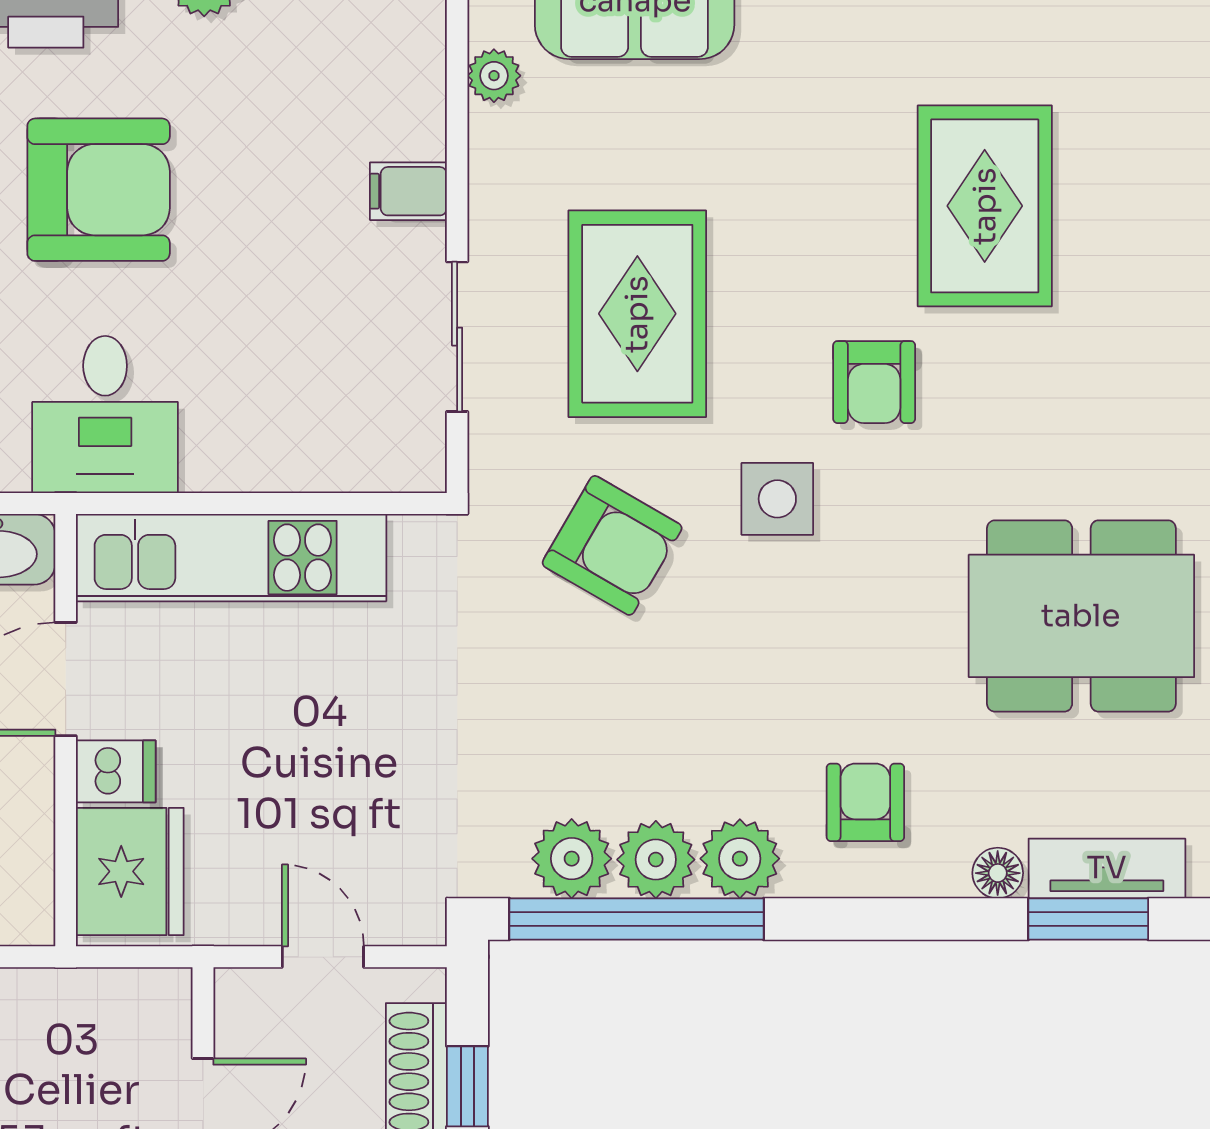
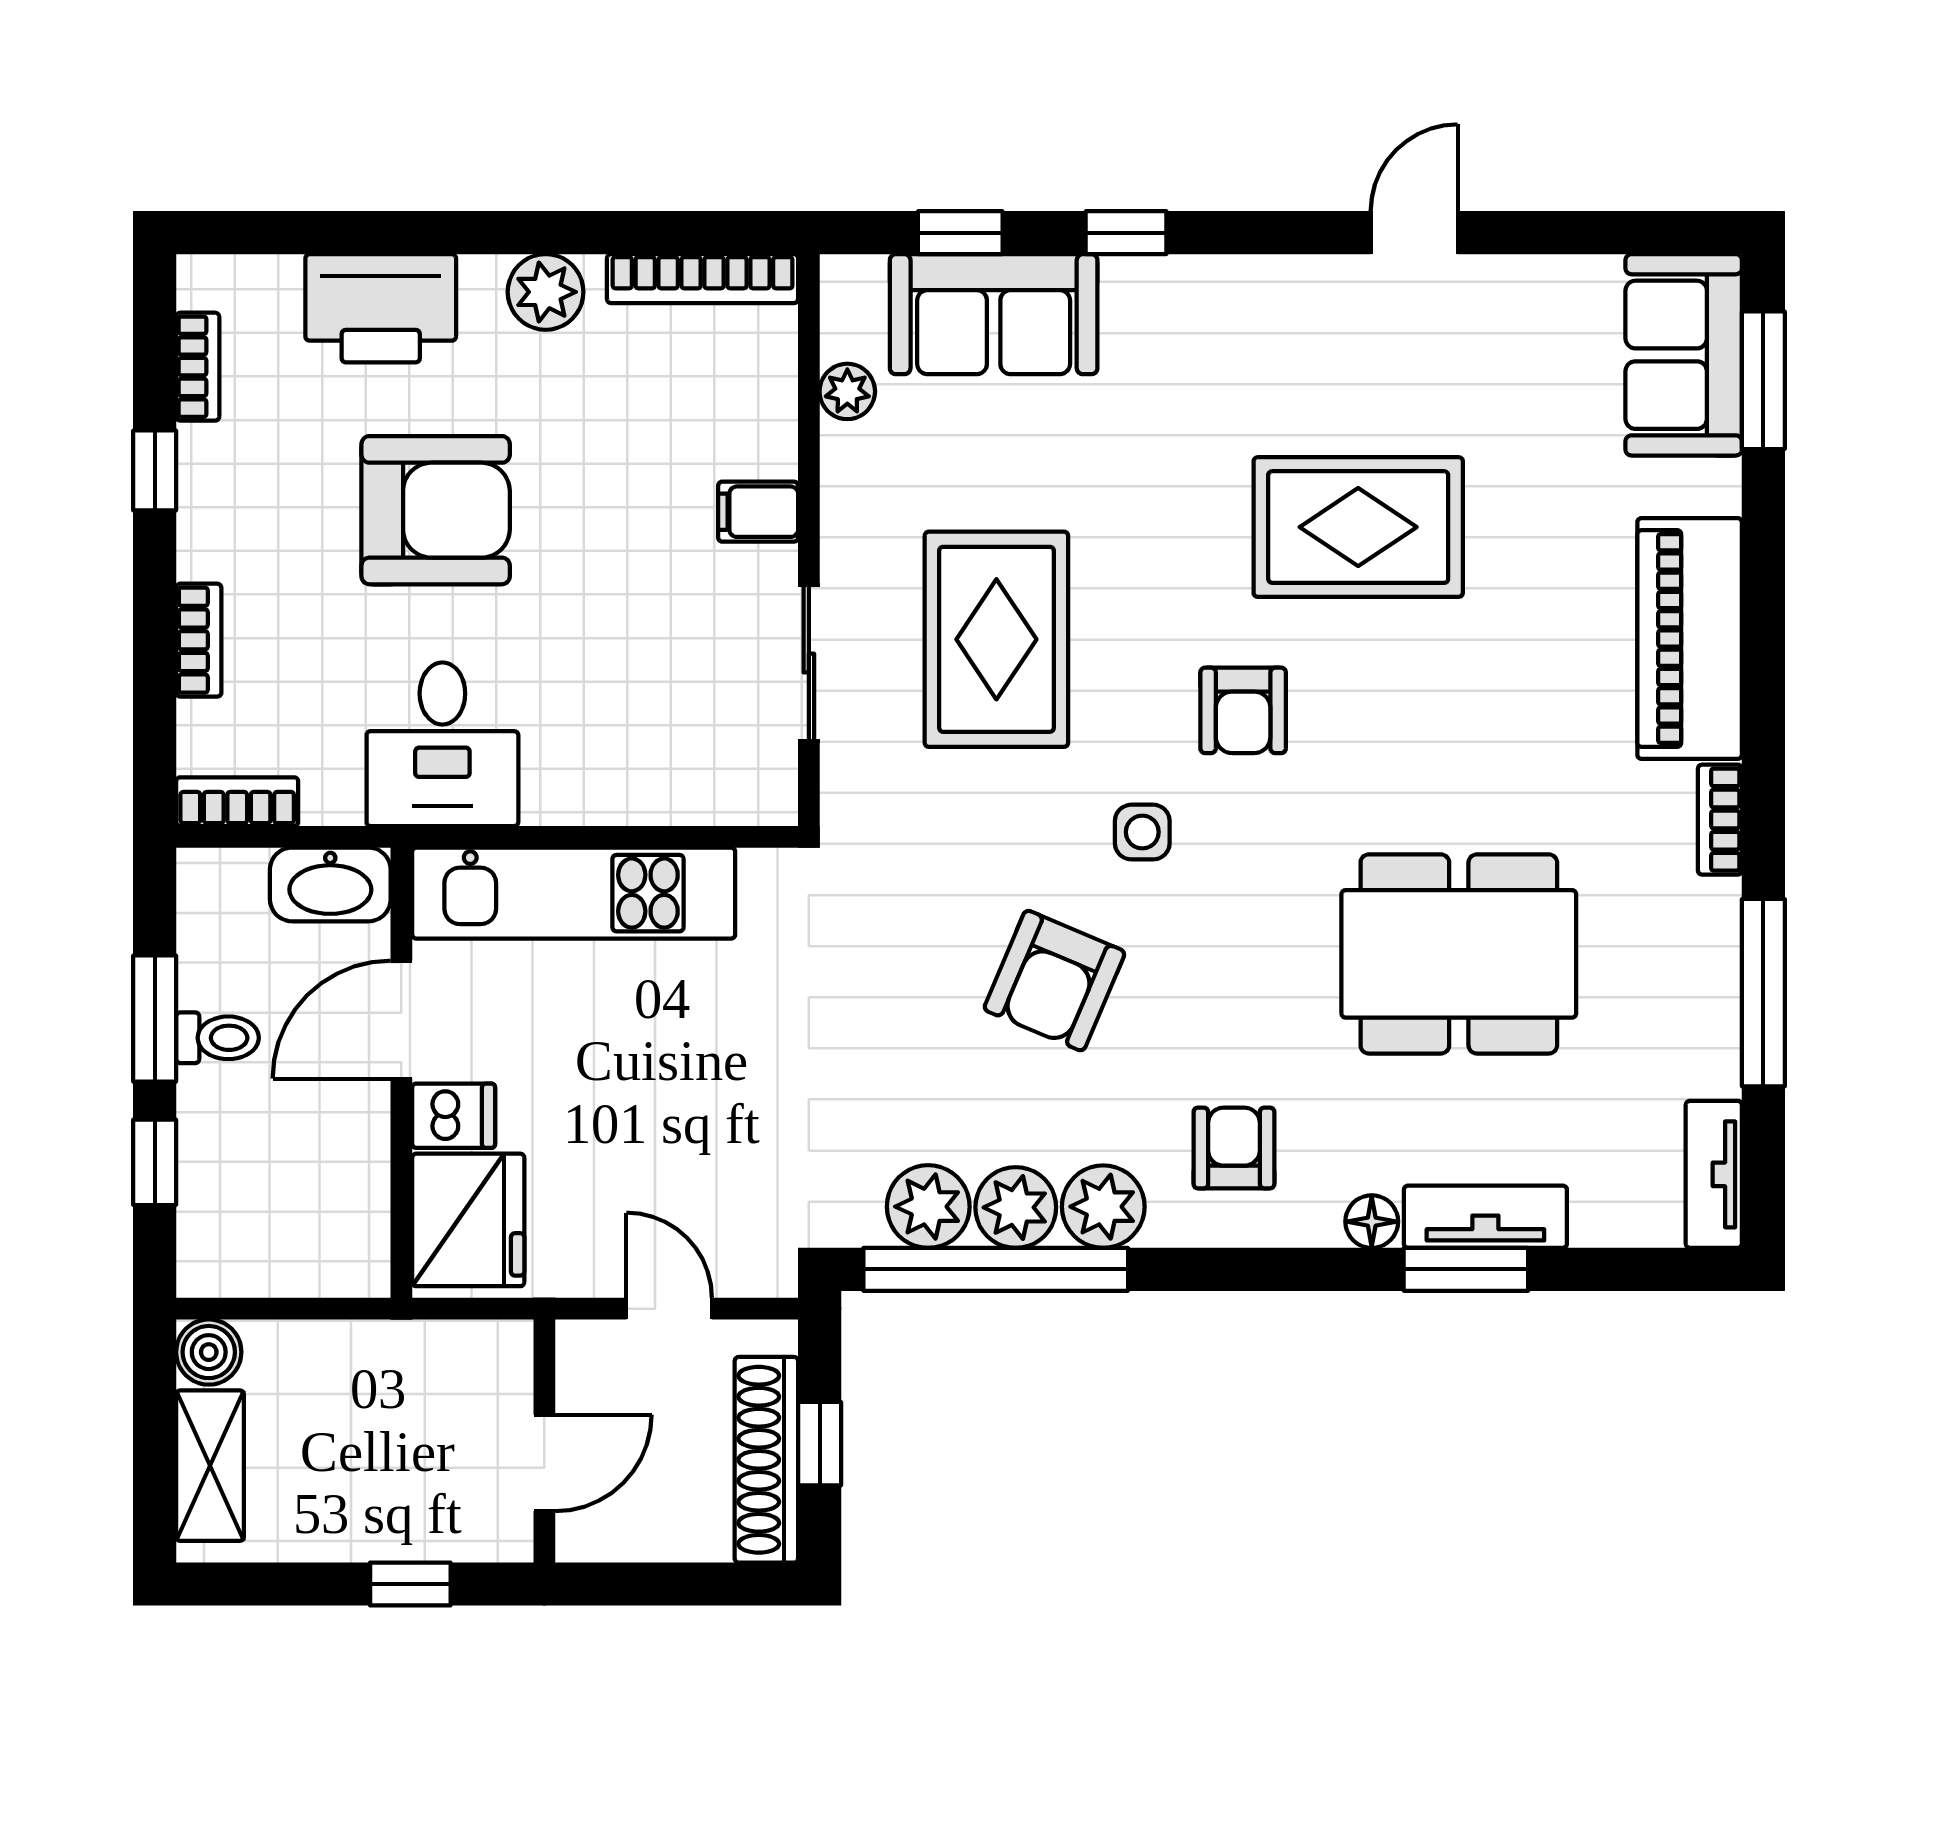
rug: (985, 206) -> (1358, 527), turned 90
side table: (777, 499) -> (1142, 832), width x0.73, depth x0.73
armchair: (612, 545) -> (1054, 981), moved, turned 83

